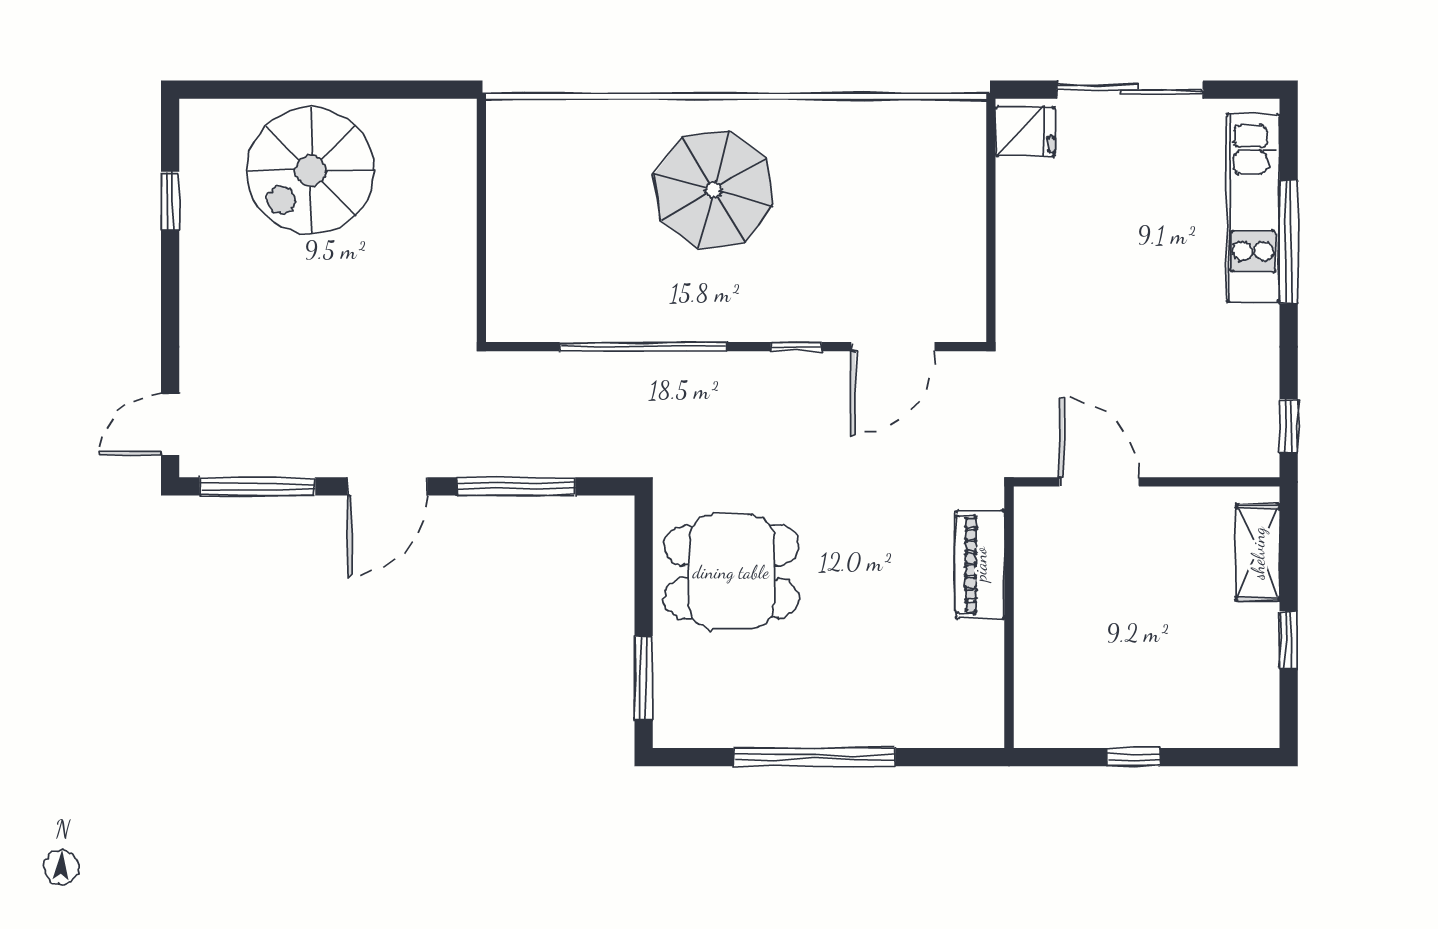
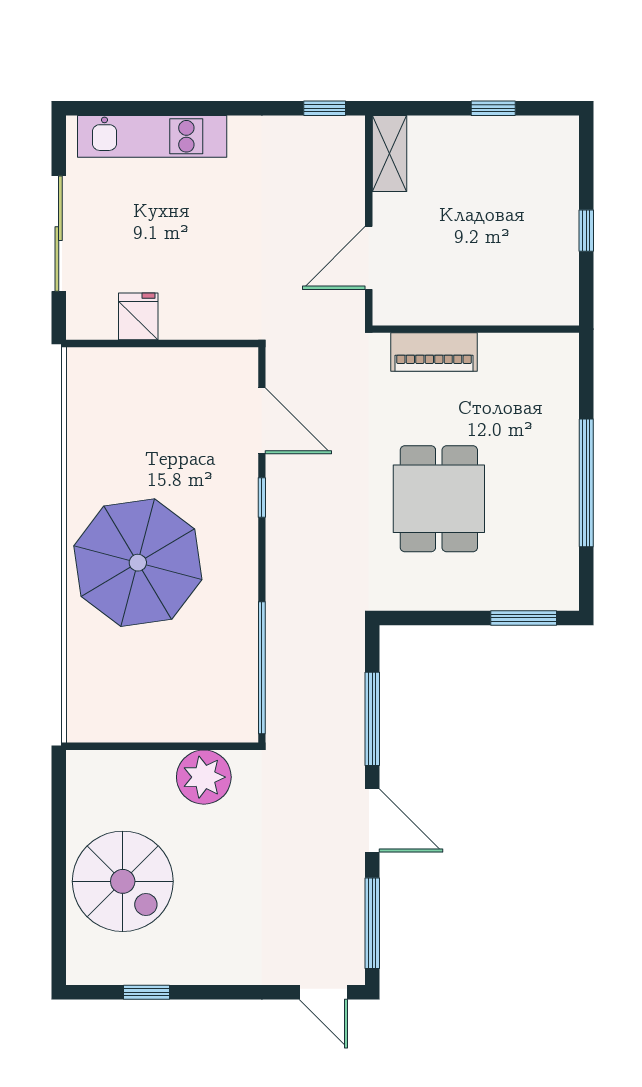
fridge: (1025, 131) -> (138, 316), moved
parasol: (714, 190) -> (138, 563), width x1.36, depth x1.36
window: (1289, 242) -> (179, 108), removed
plant: (442, 273) -> (204, 777), added
window: (643, 347) -> (262, 668), moved
shelving: (1258, 553) -> (390, 153), moved, turned 90
dining table: (731, 572) -> (439, 499), moved

